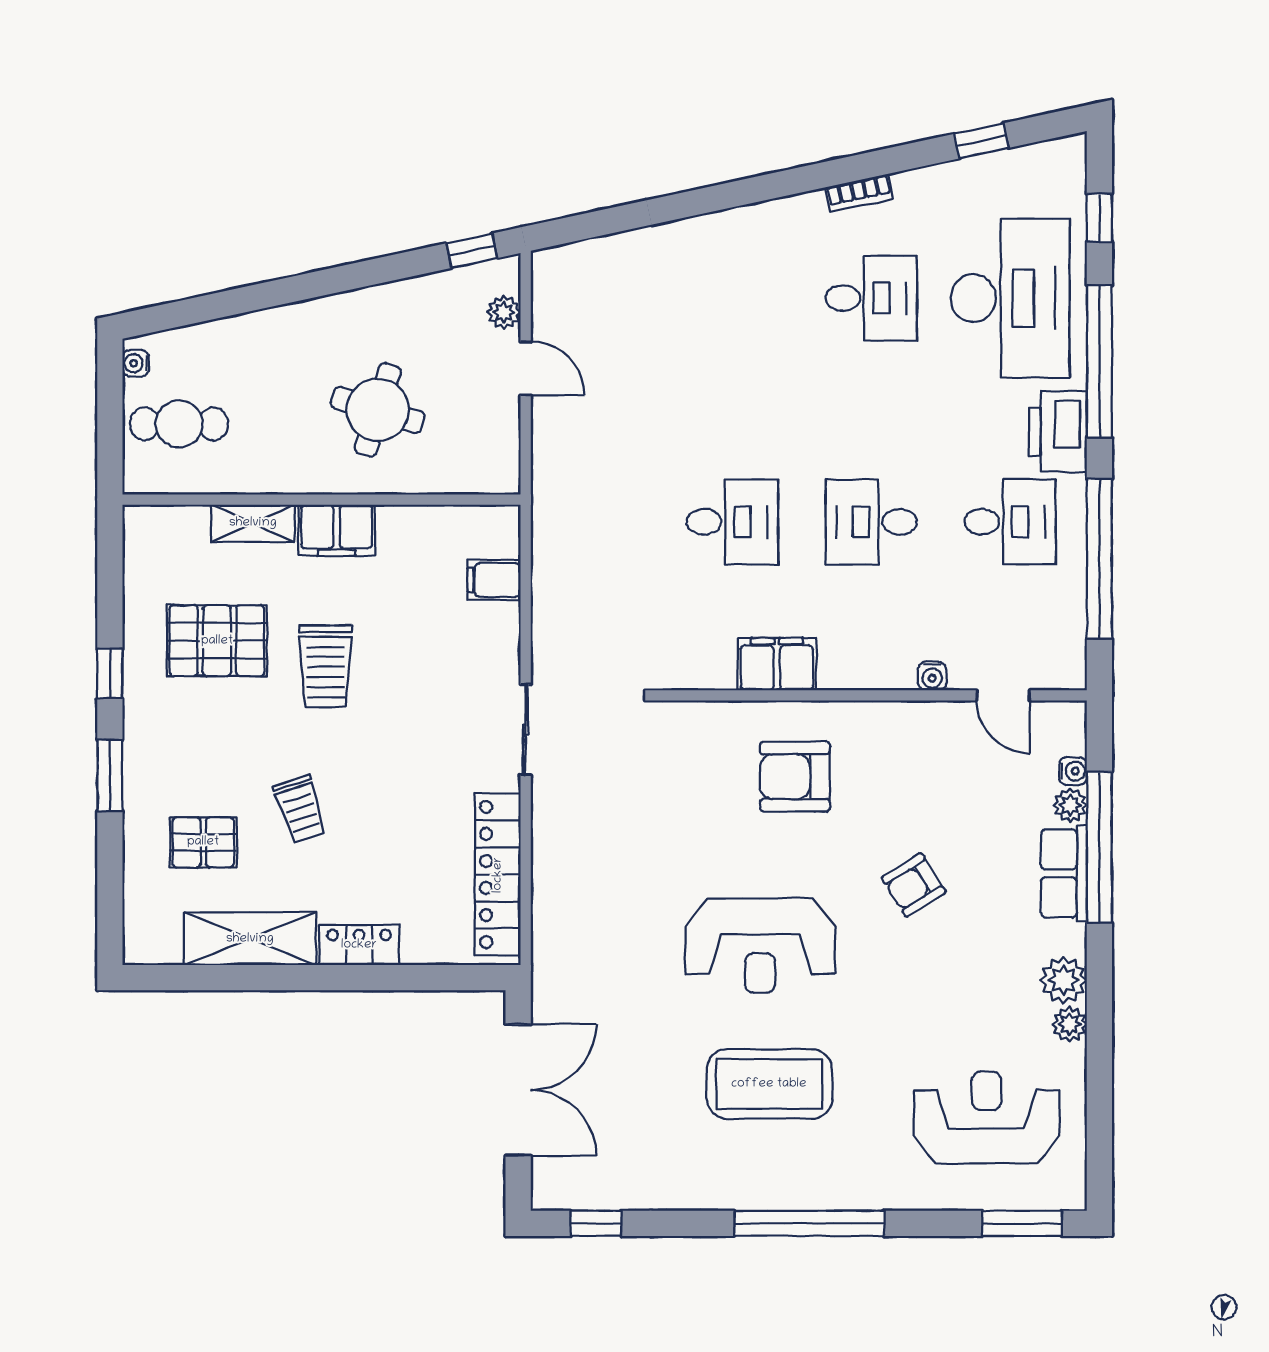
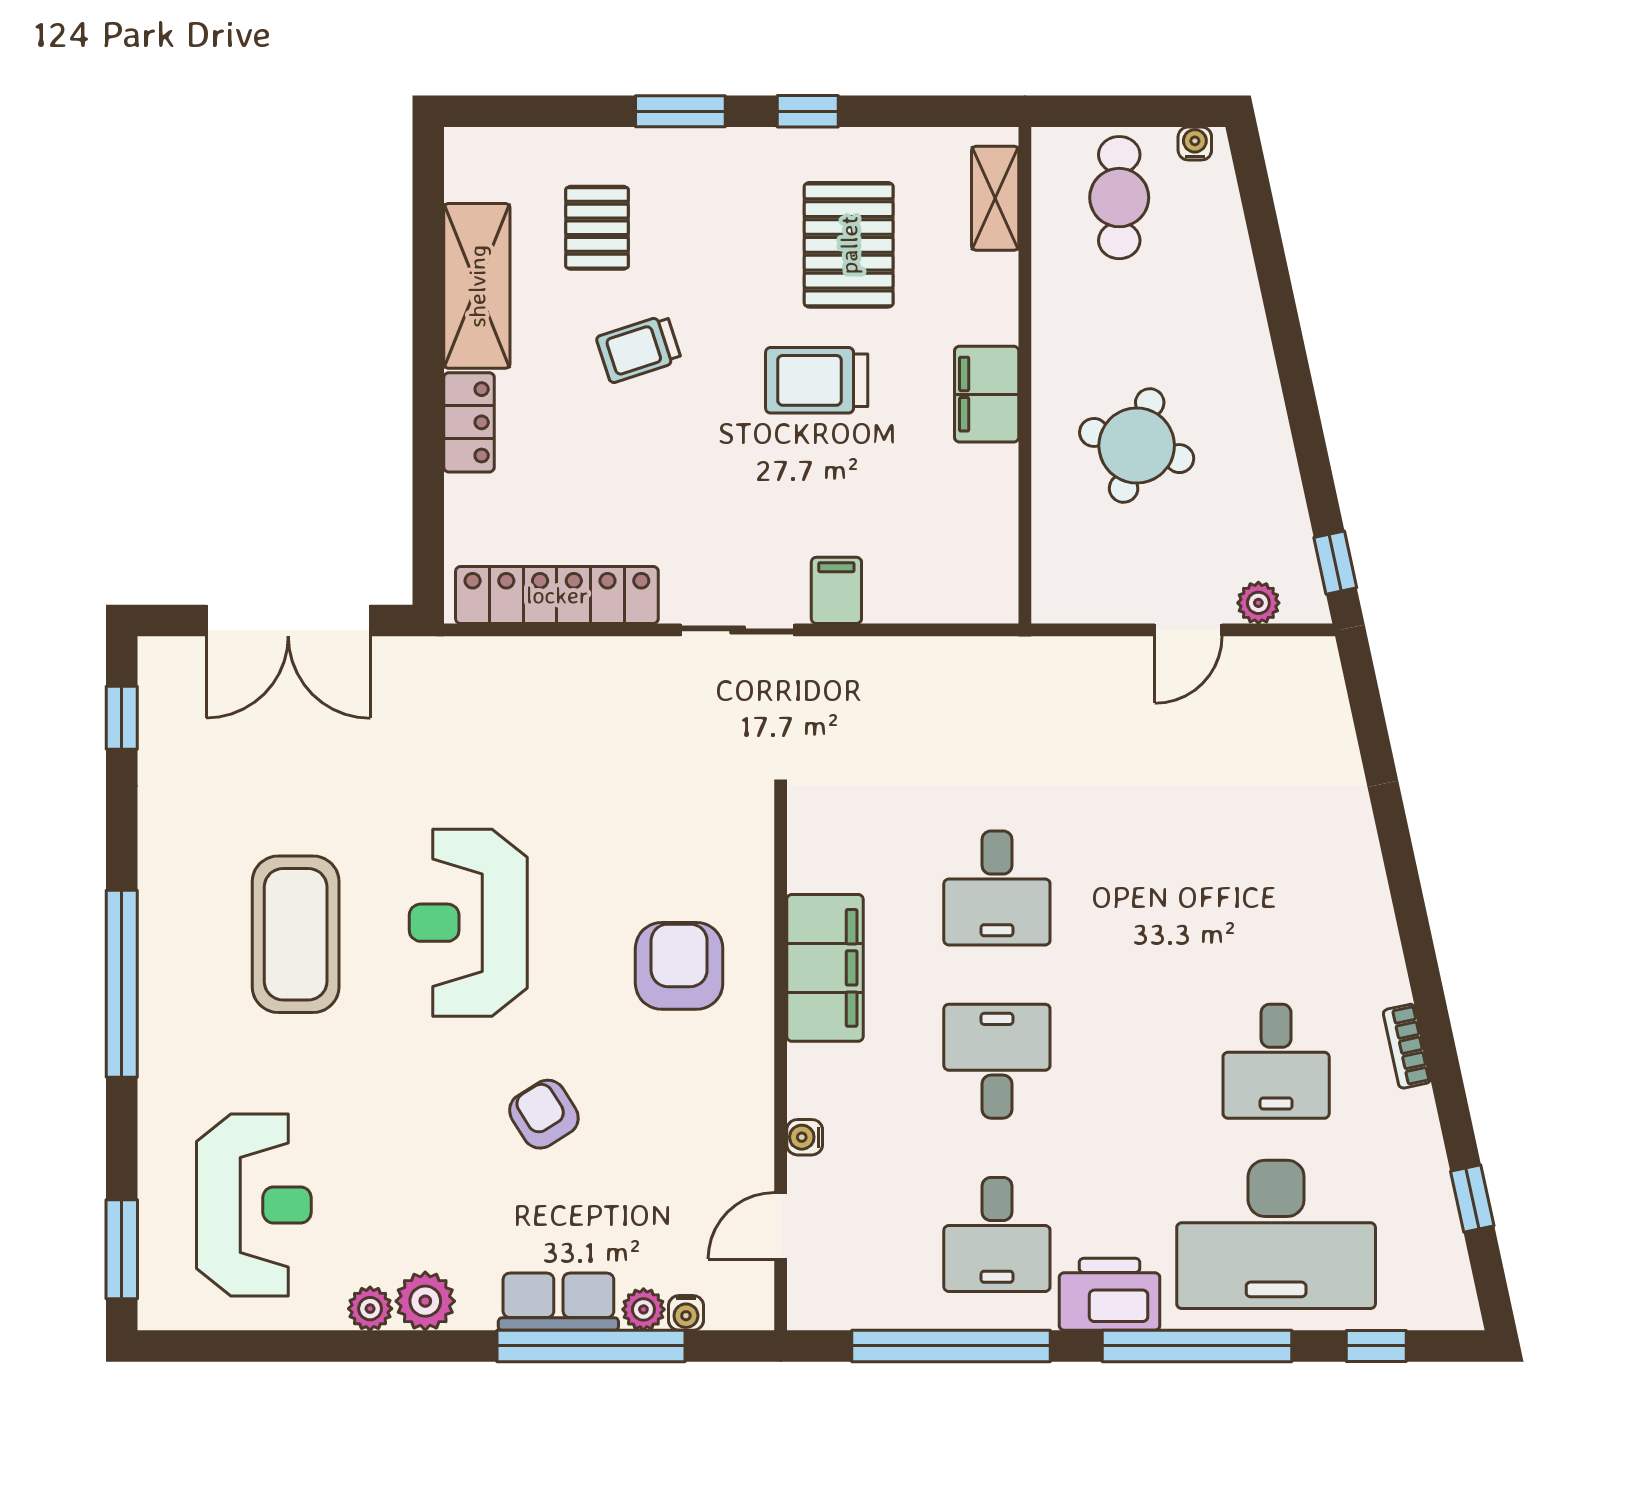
shelving: (253, 523) -> (995, 198), moved
filing cabinet: (494, 580) -> (836, 590), moved
filing cabinet: (777, 664) -> (825, 968), width x1.50, depth x1.17

